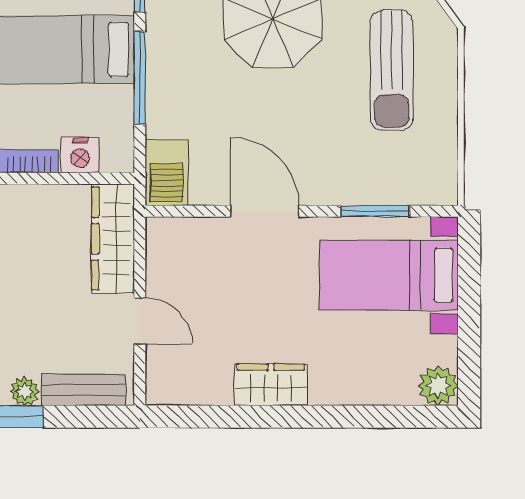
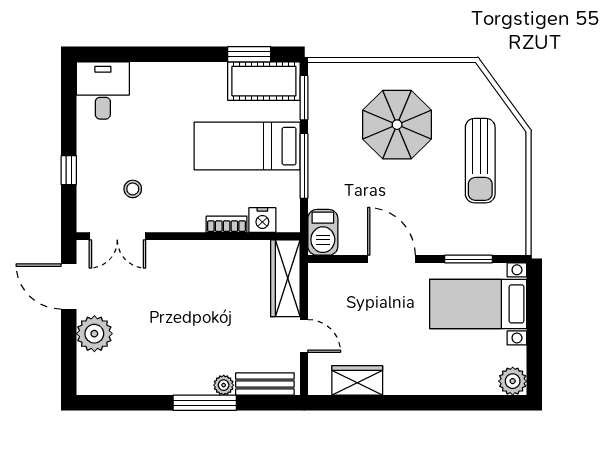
wardrobe: (271, 385) -> (357, 380), moved

